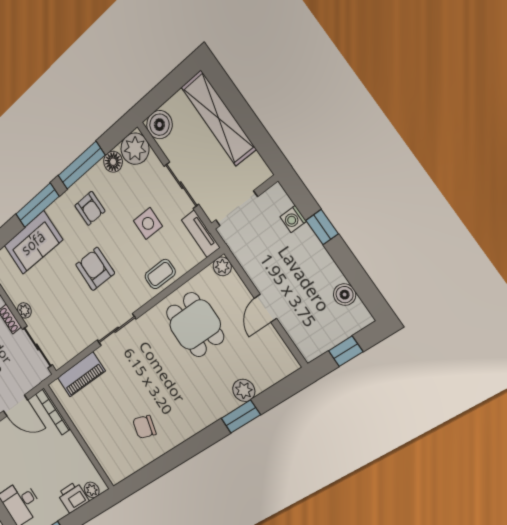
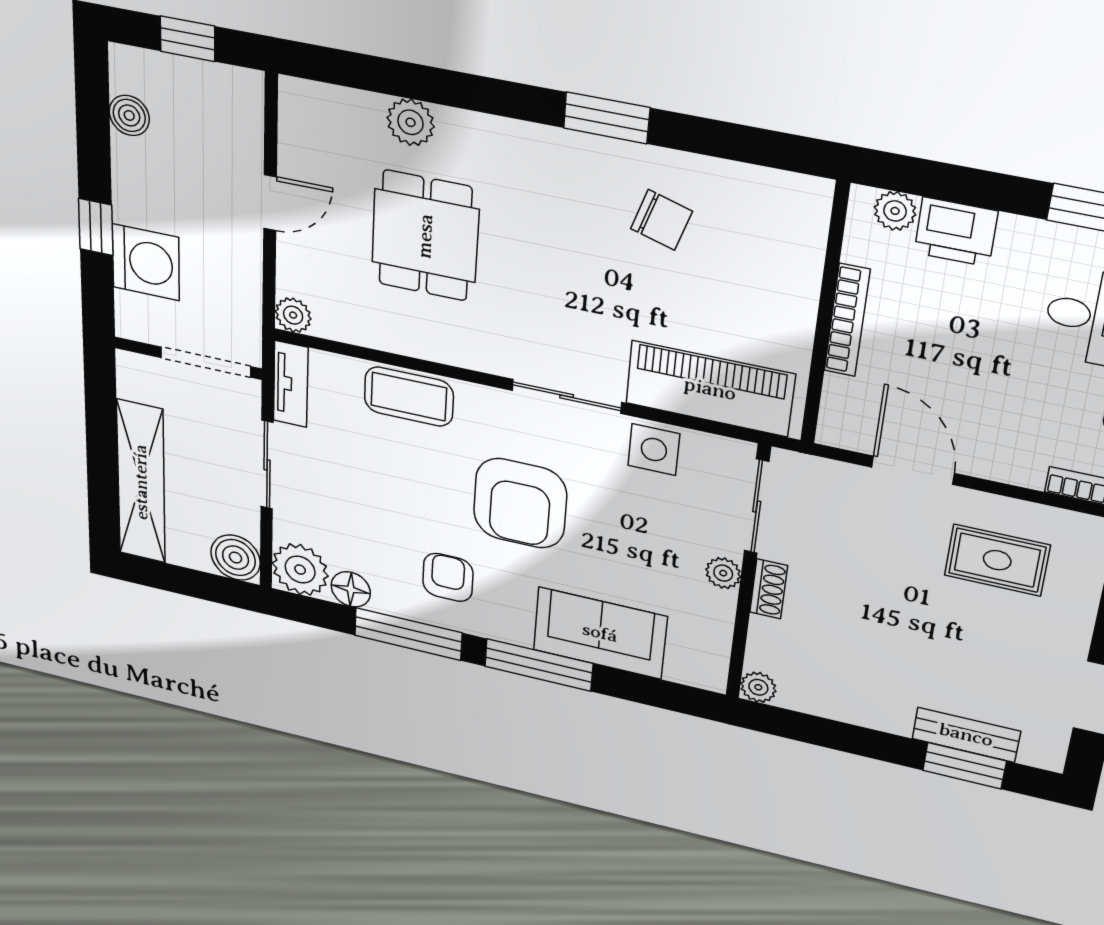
washing machine: (293, 219) -> (146, 262), width x1.89, depth x1.89
side table: (148, 223) -> (654, 450), moved
armchair: (95, 269) -> (520, 503), width x1.36, depth x1.36
coffee table: (160, 274) -> (409, 397), width x1.36, depth x1.30
dining table: (195, 325) -> (425, 236), moved
piano: (81, 374) -> (710, 389), width x1.37, depth x1.33
bookcase: (53, 411) -> (847, 320), moved
window: (241, 417) -> (607, 118), moved

